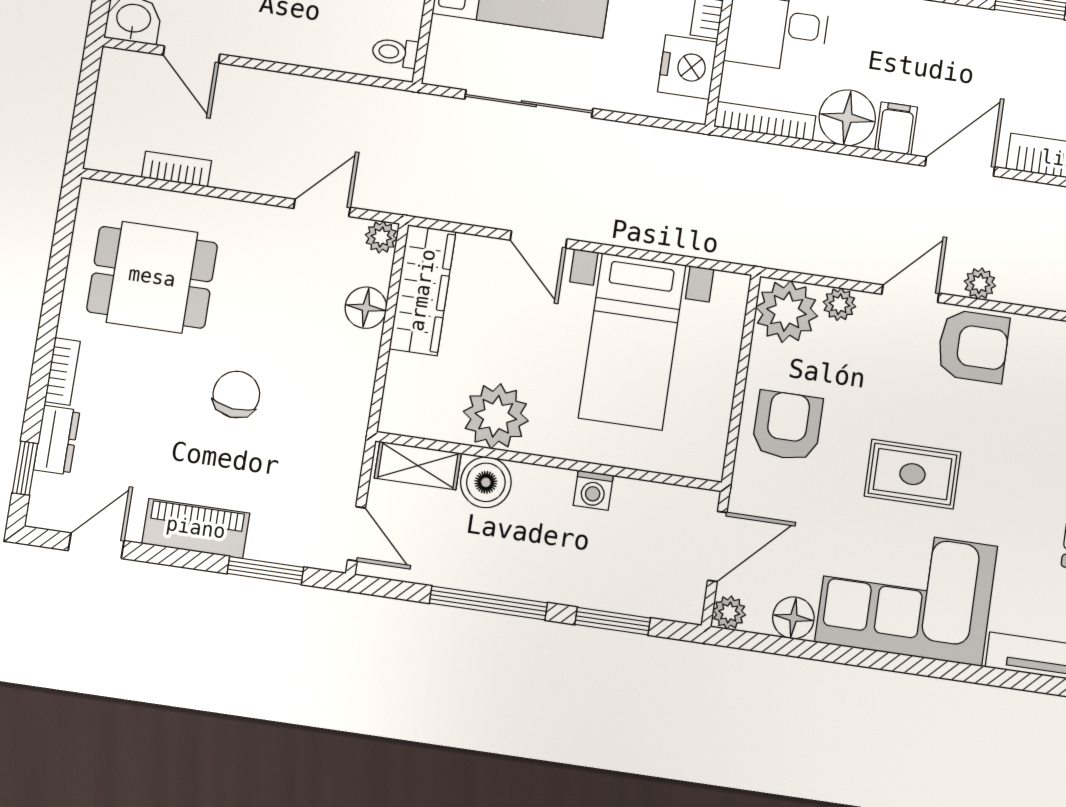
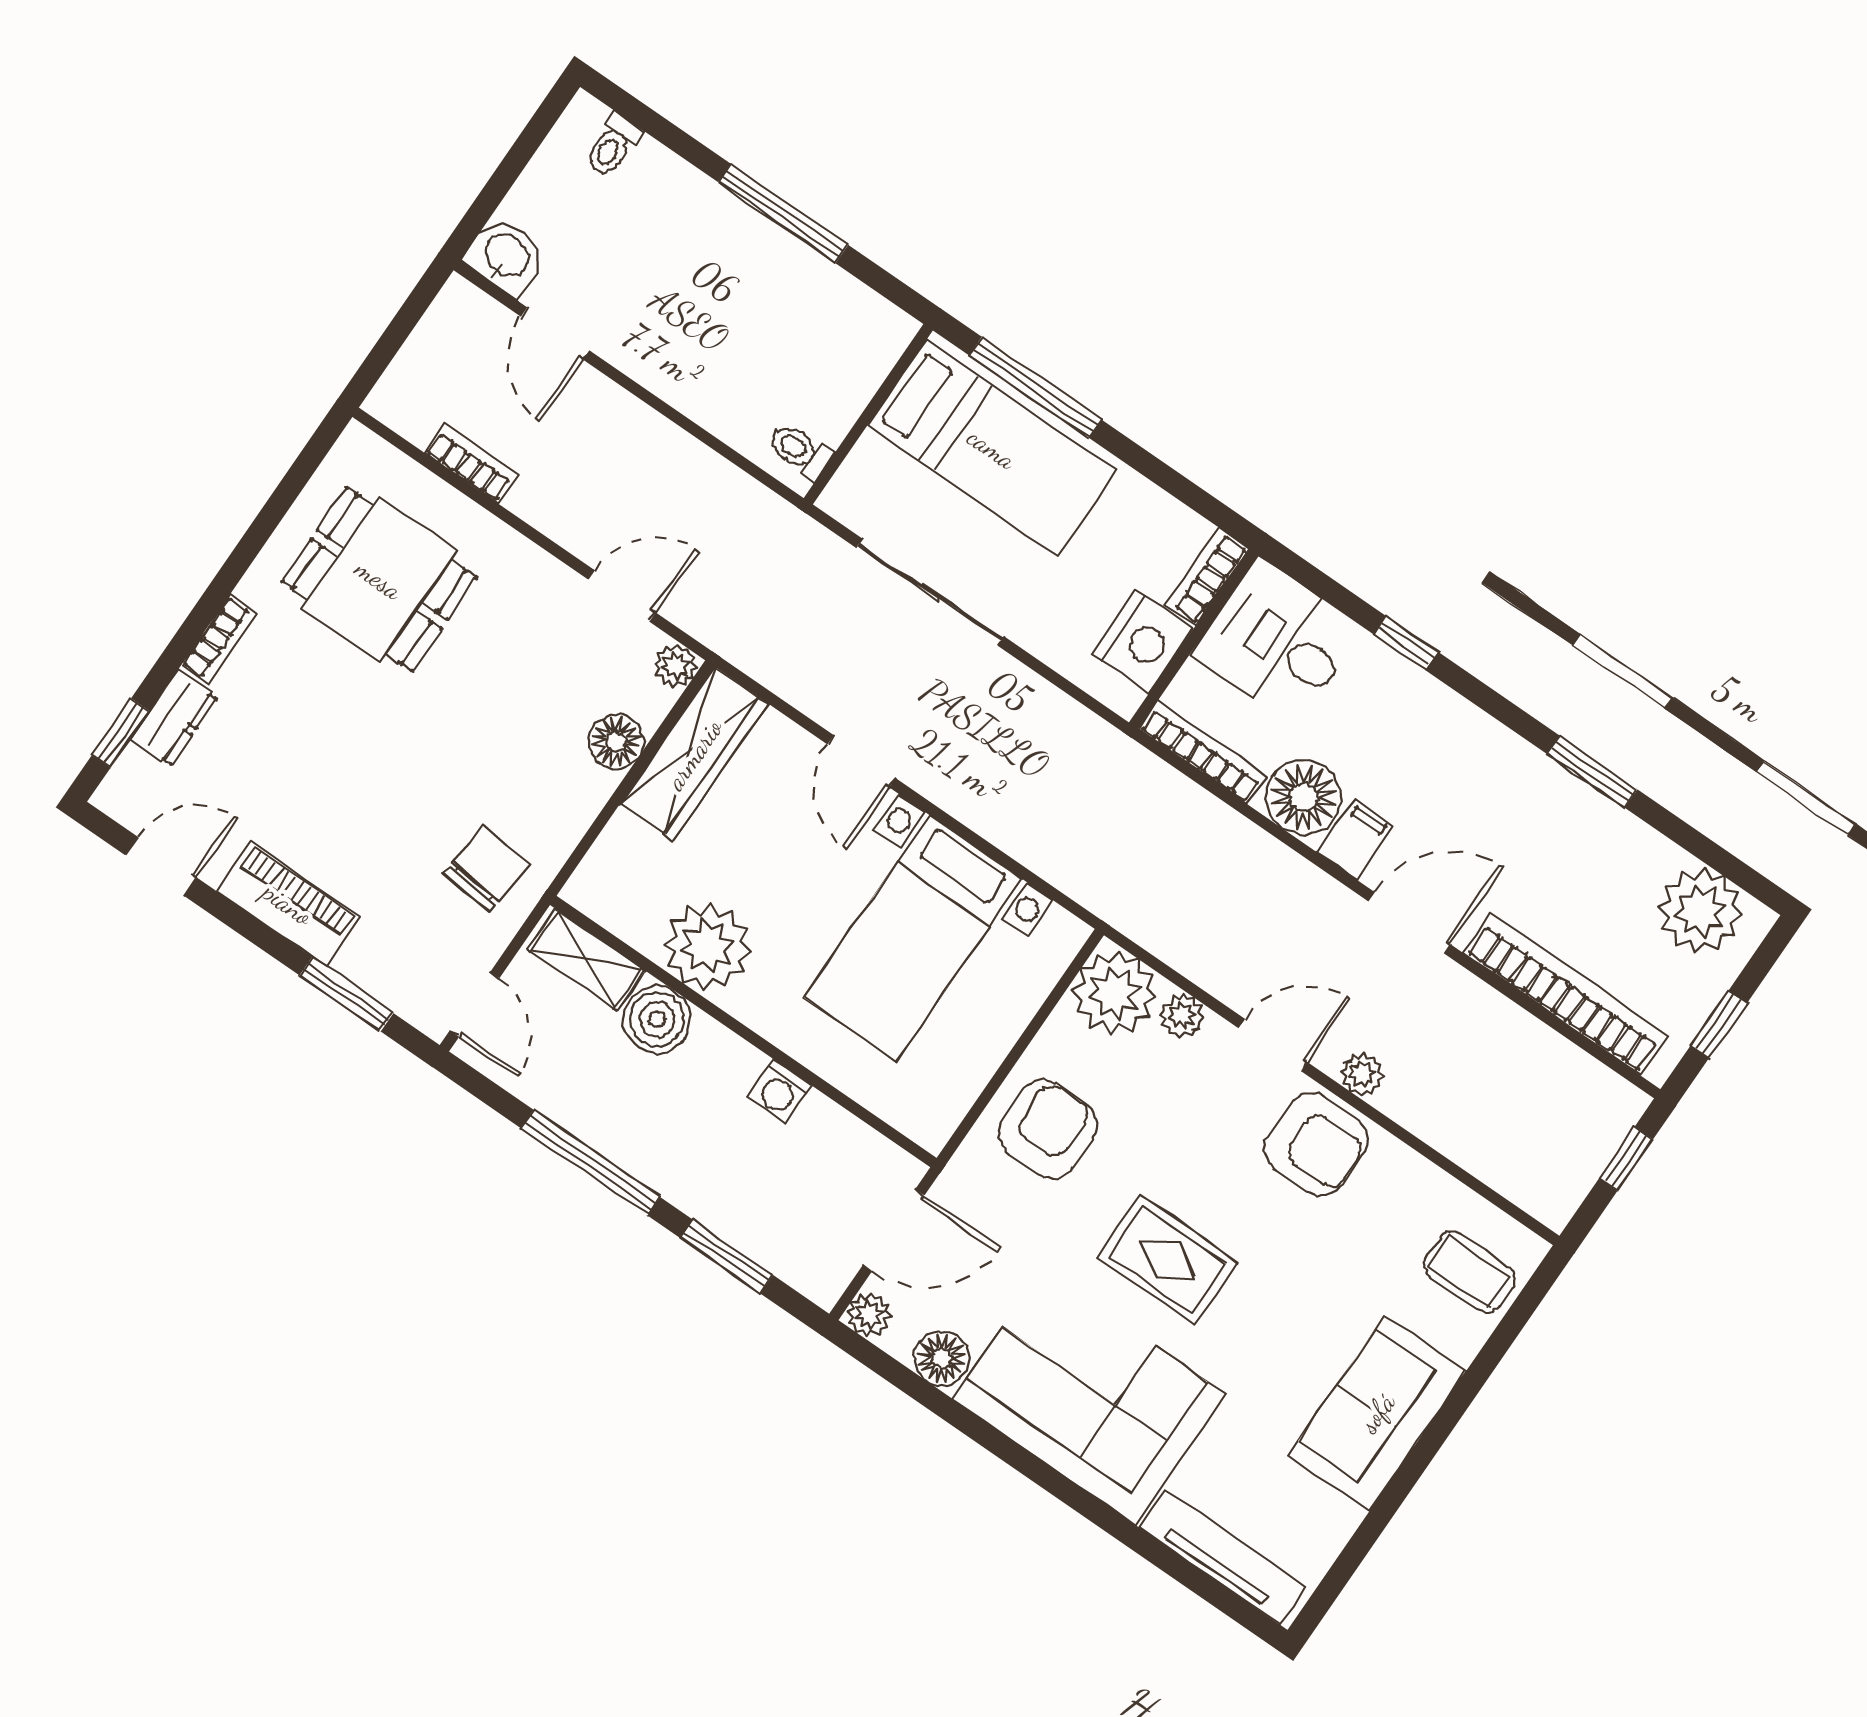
chair: (236, 394) -> (486, 869), moved

